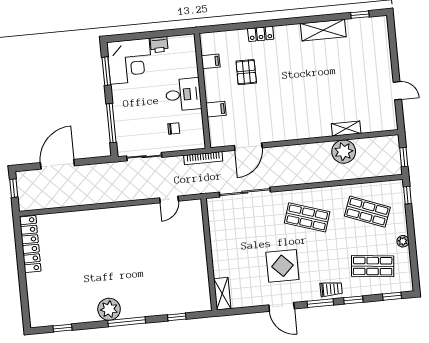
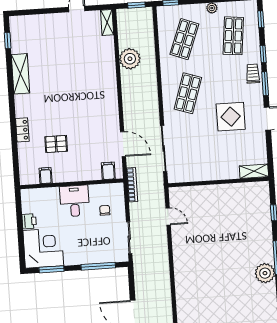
filing cabinet: (216, 109) -> (108, 171), moved
shelving: (346, 129) -> (107, 22), moved

